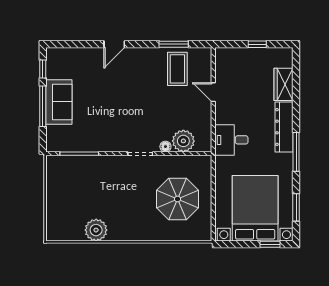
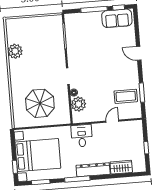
sofa: (59, 102) -> (117, 18), moved

